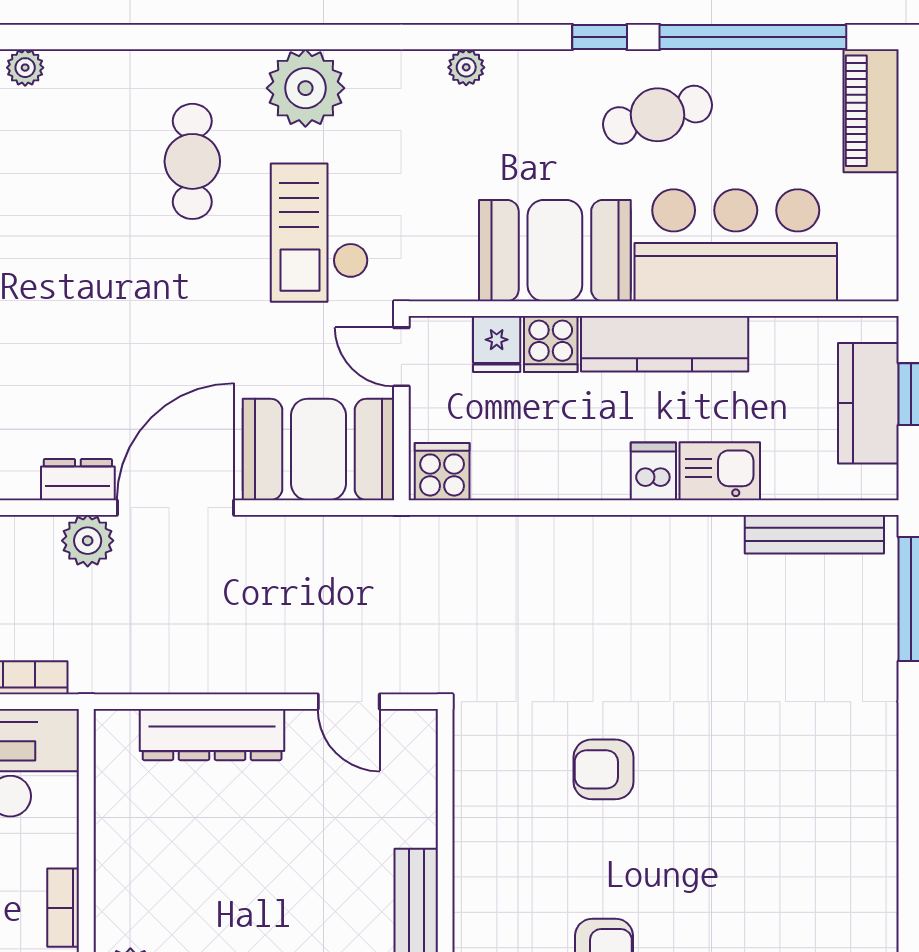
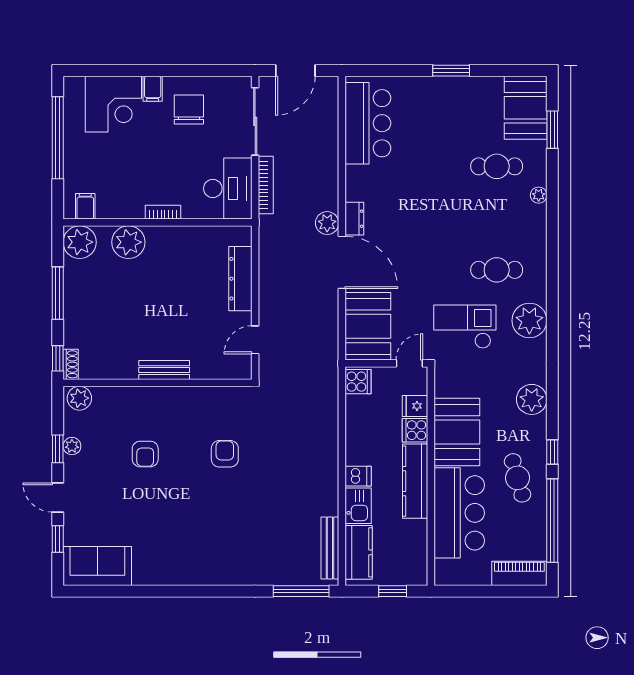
plant: (466, 67) -> (532, 399), width x1.87, depth x1.87
kitchen counter: (868, 403) -> (359, 552), moved, turned 90

